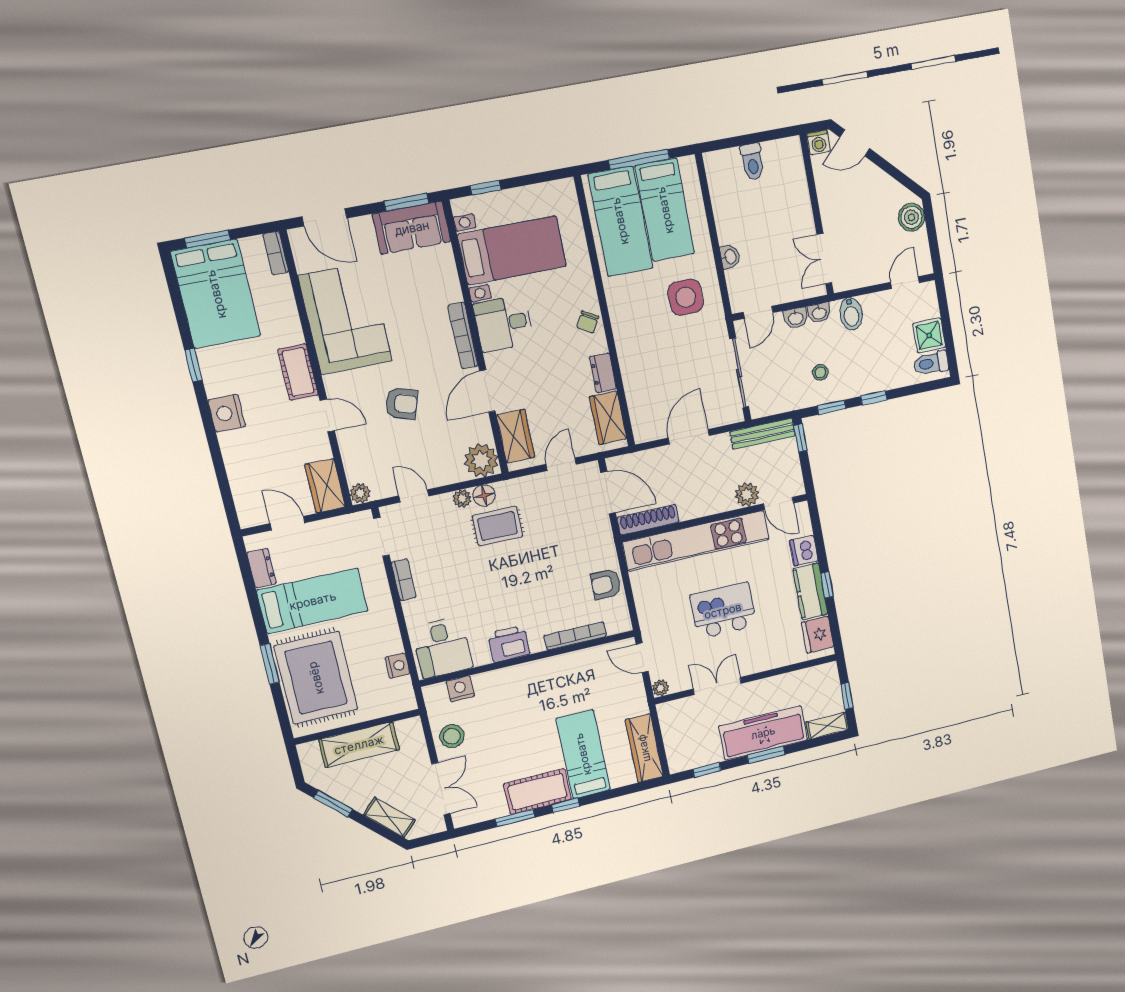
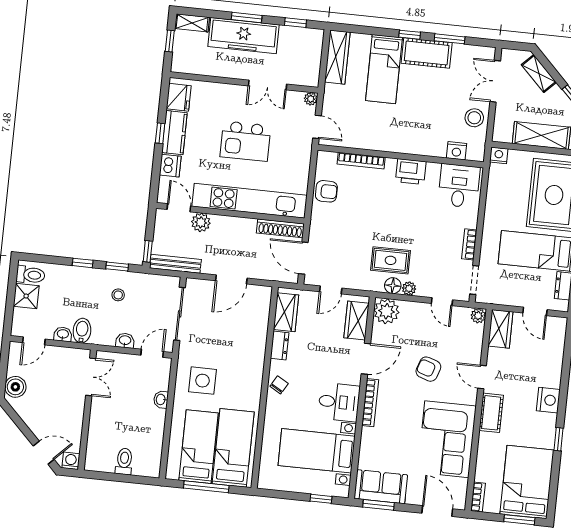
washbasin: (819, 313) -> (63, 334), moved
nightstand: (397, 666) -> (499, 155), moved, turned 90

